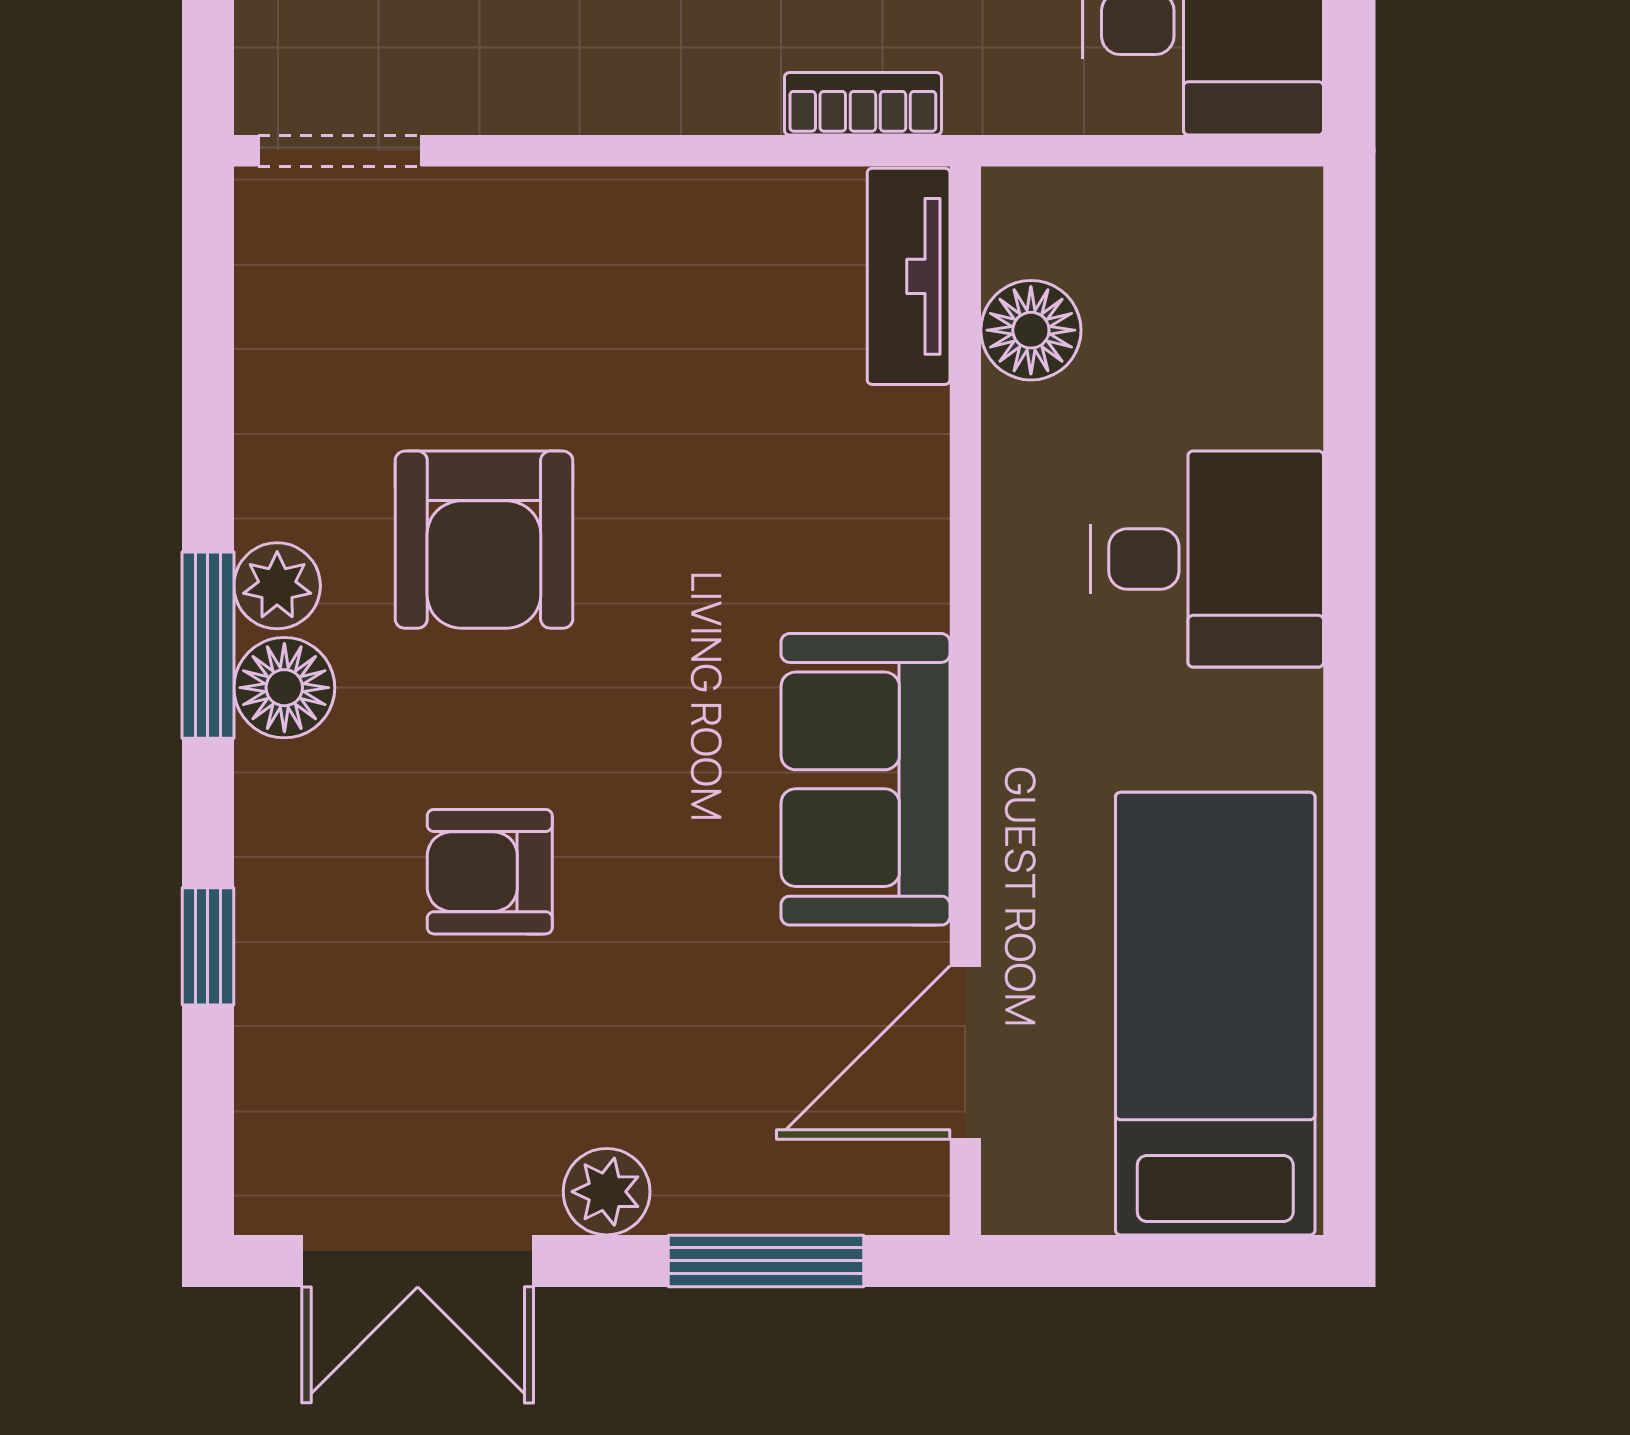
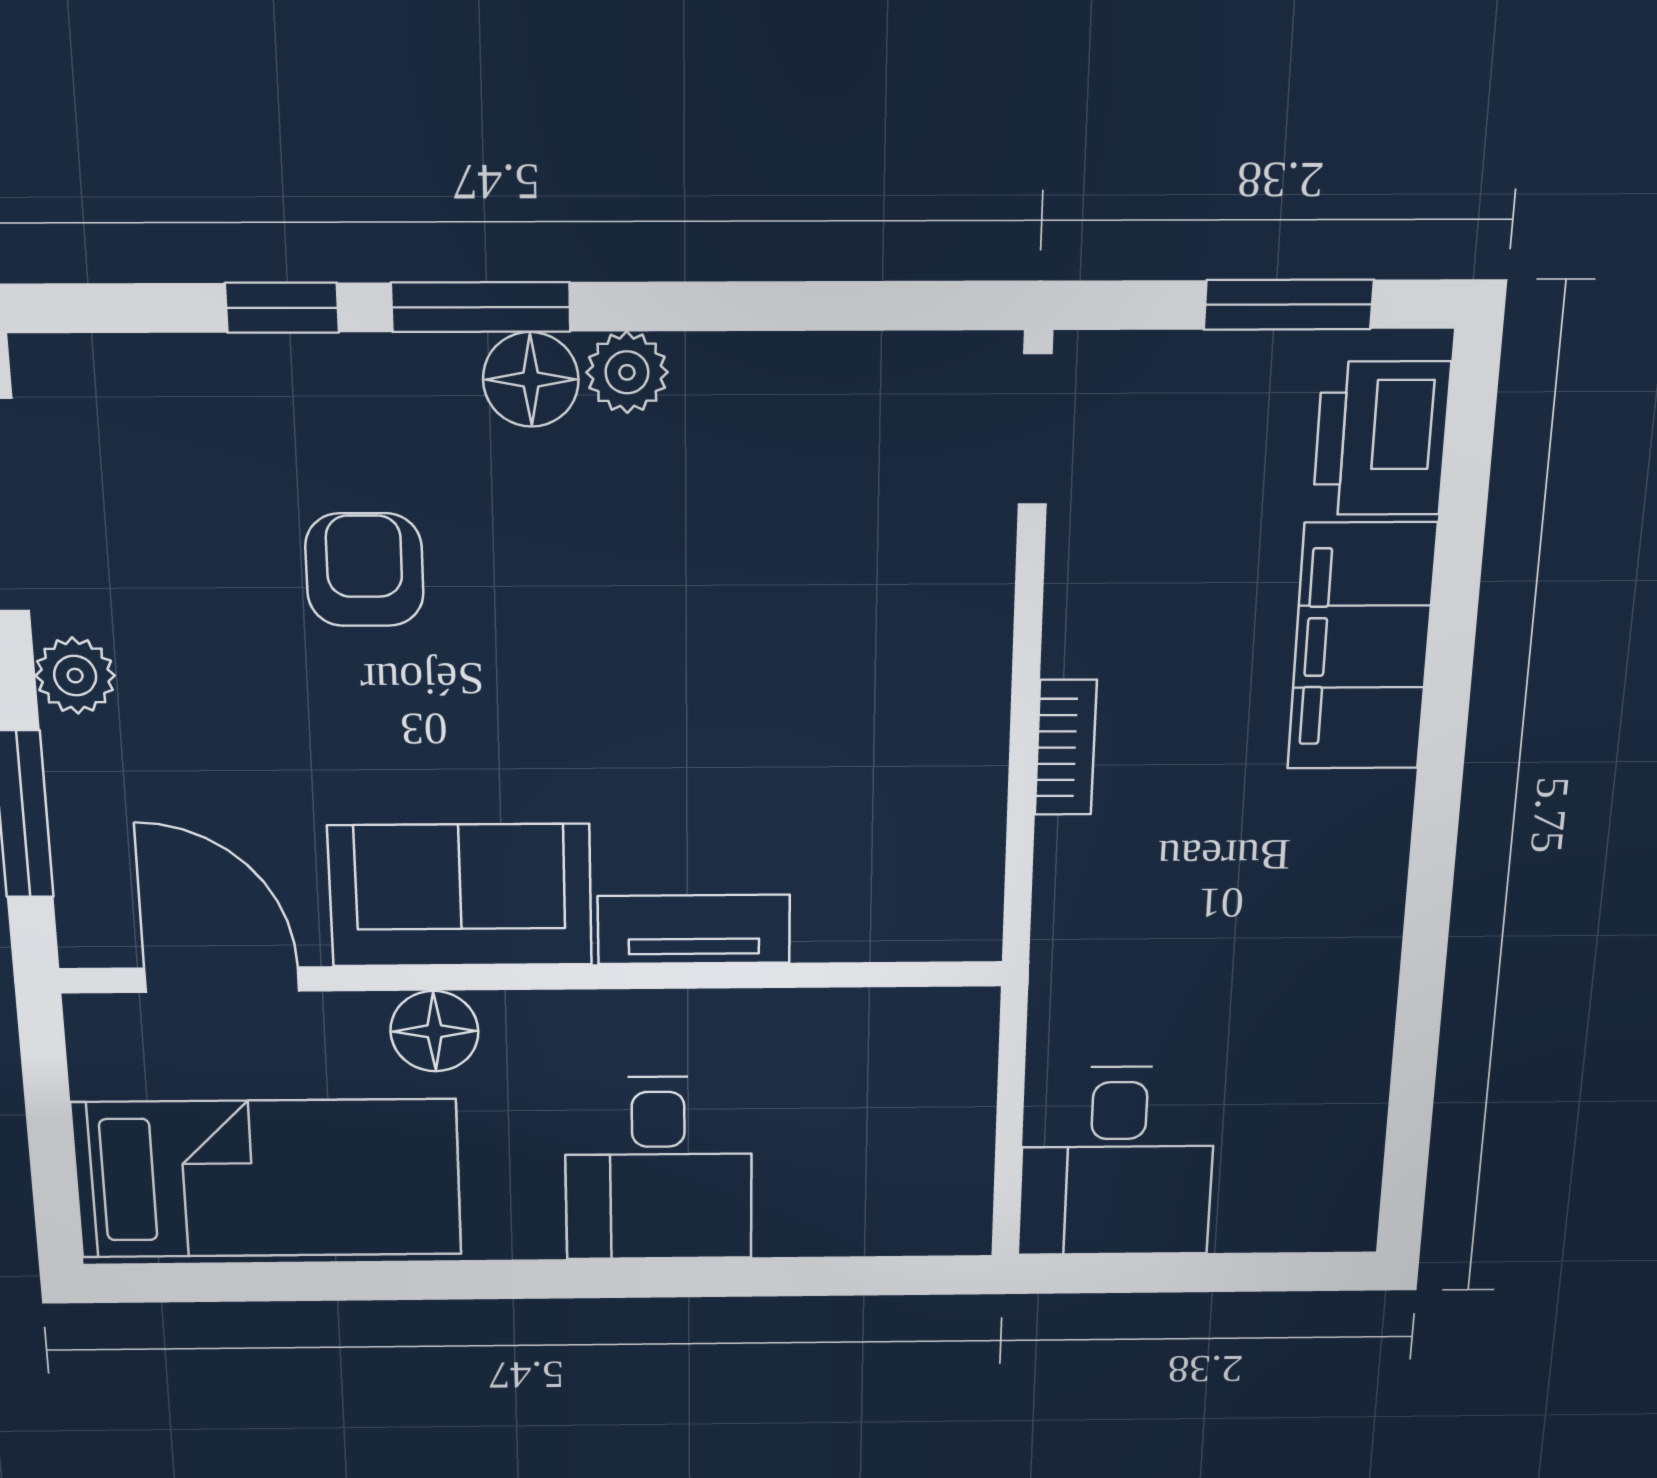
bookcase: (863, 104) -> (1066, 747), moved
tv unit: (909, 276) -> (694, 929), moved
floor lamp: (1031, 330) -> (434, 1031), moved
armchair: (484, 540) -> (672, 563), removed
window: (208, 645) -> (481, 307), moved

